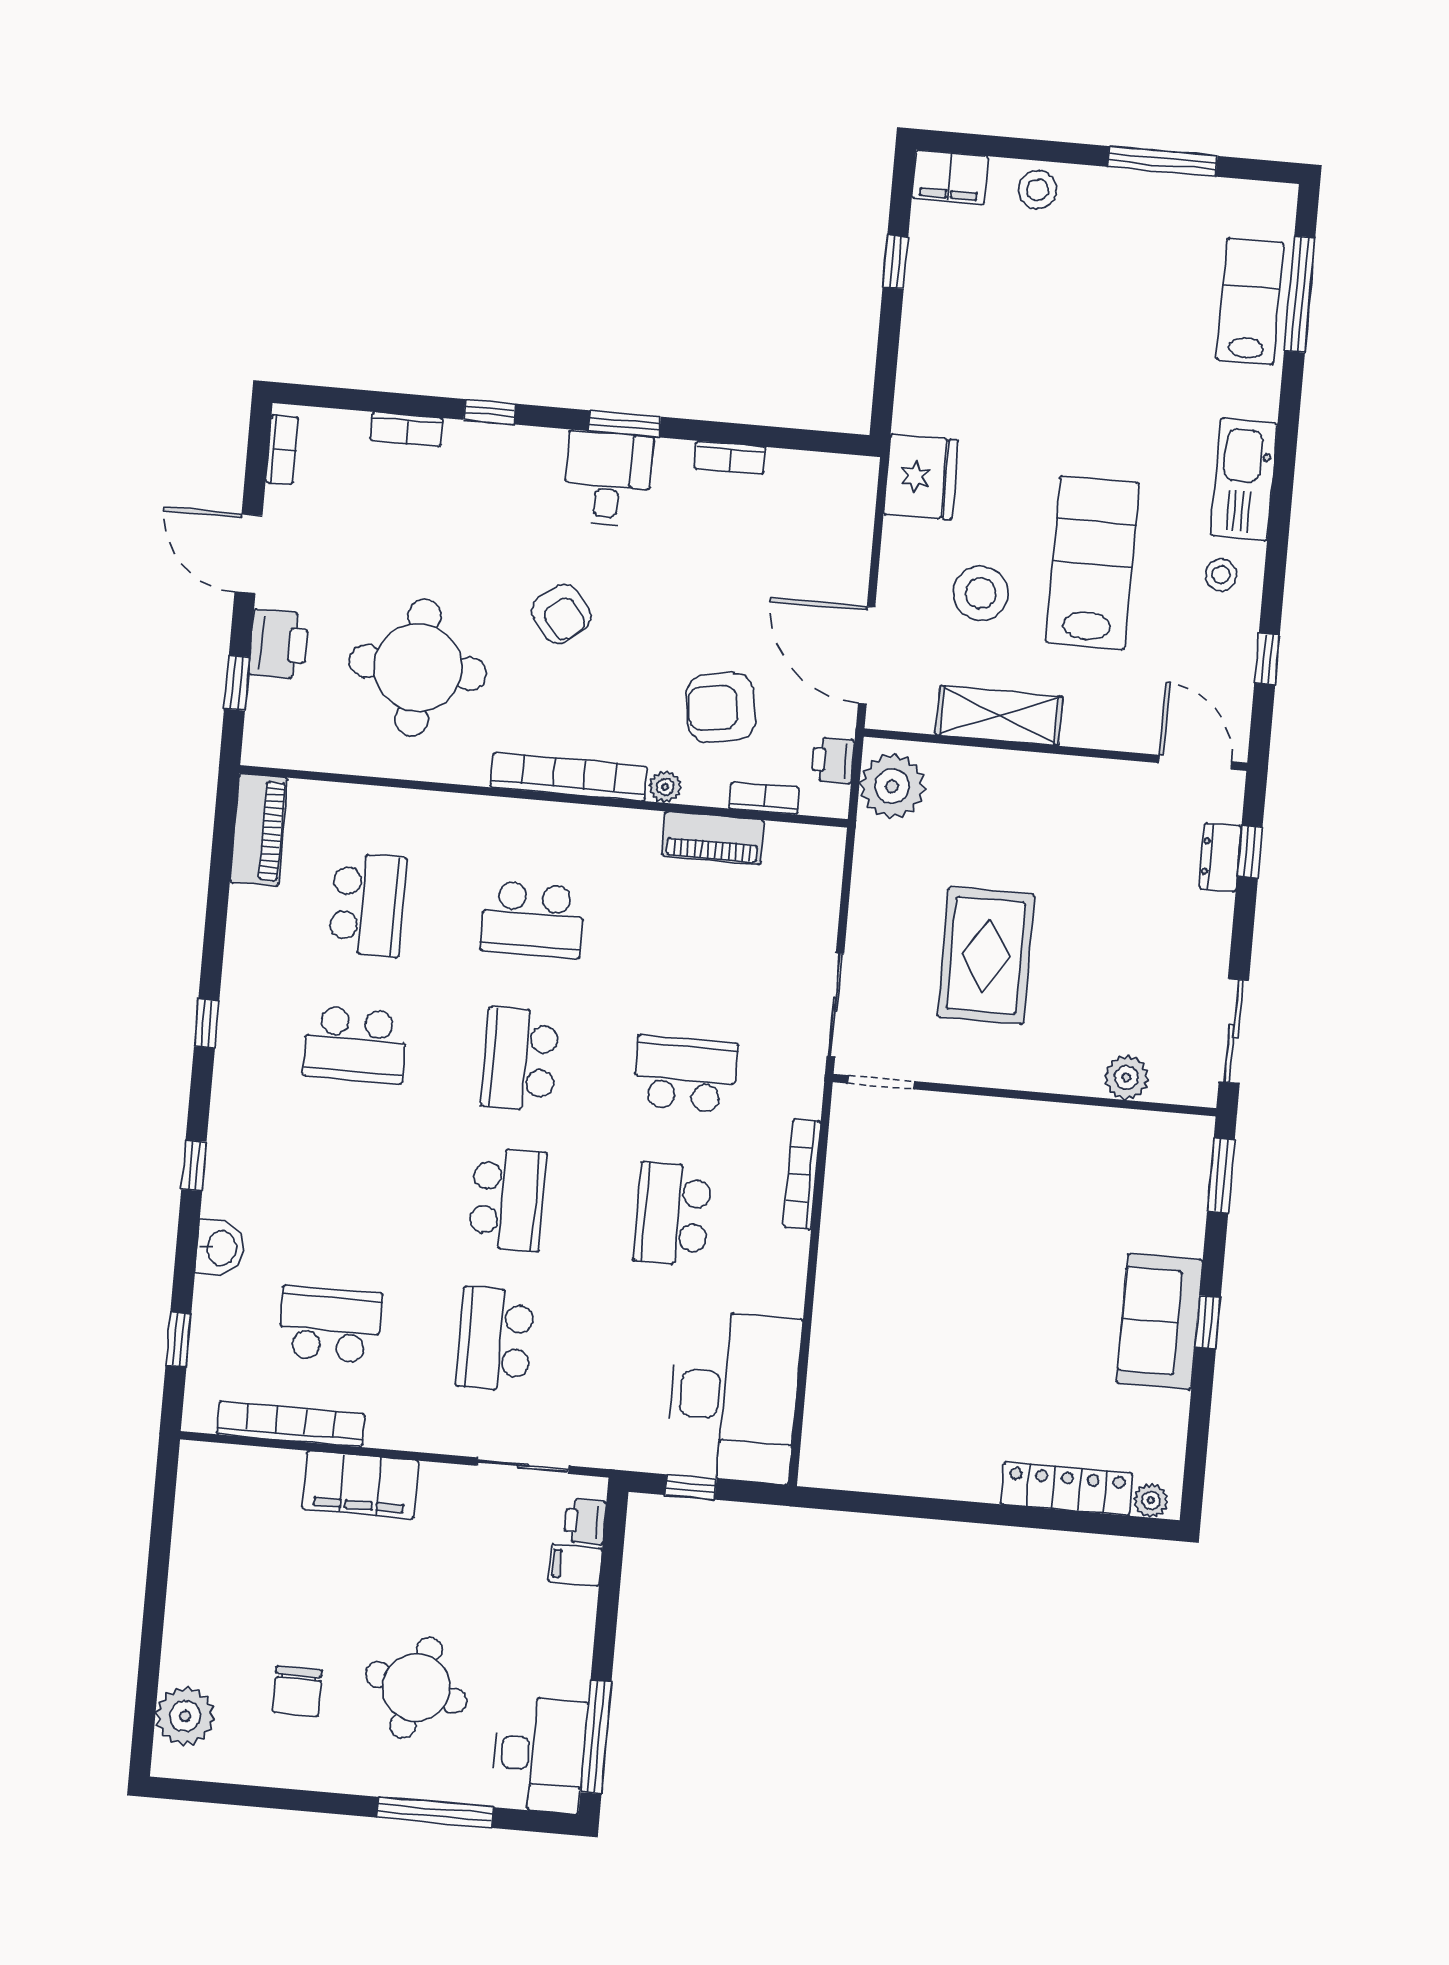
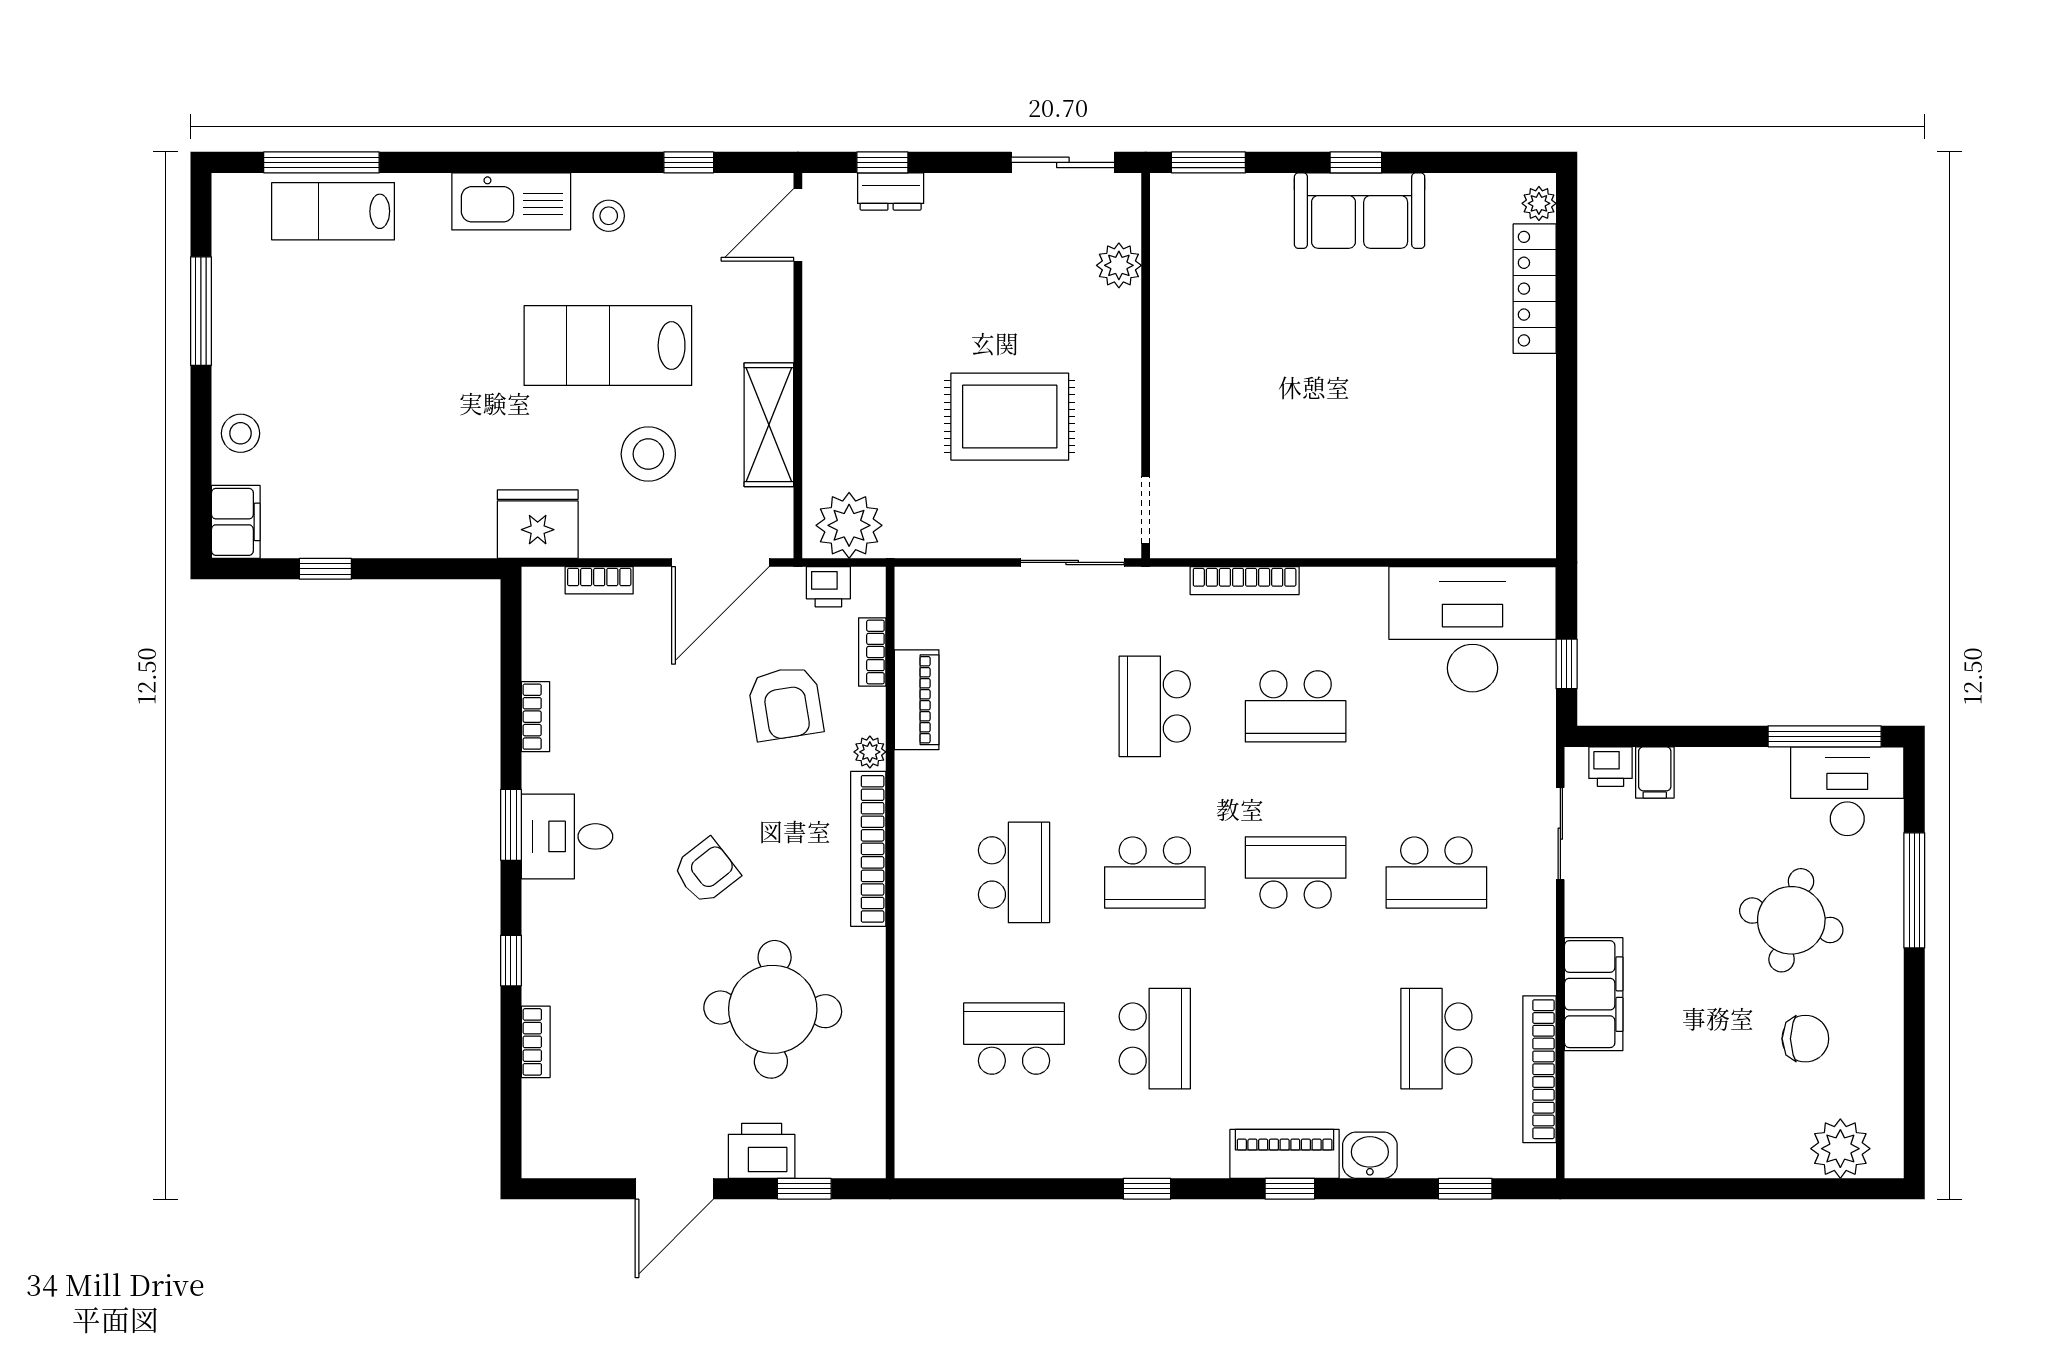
bookcase: (282, 450) -> (599, 580), moved, turned 180
piano: (259, 830) -> (1285, 1154), moved

